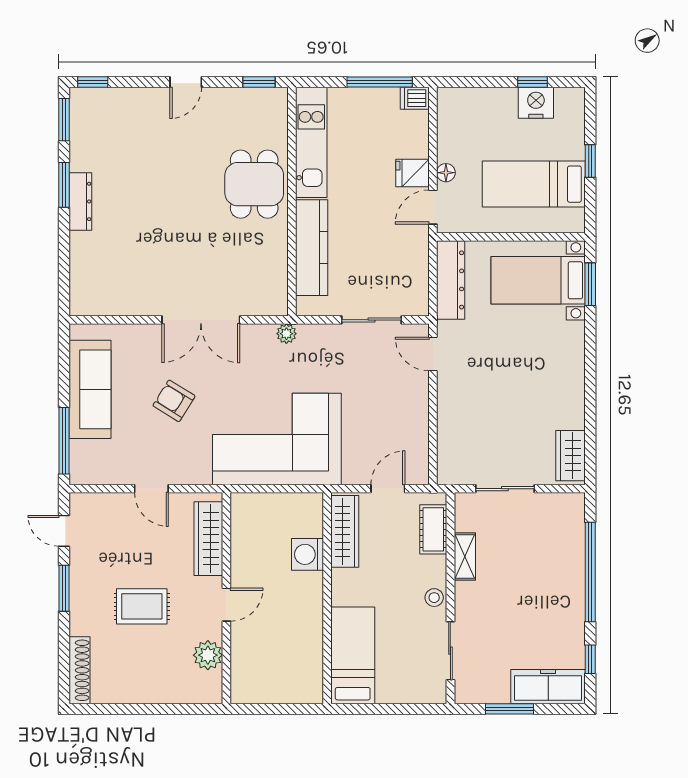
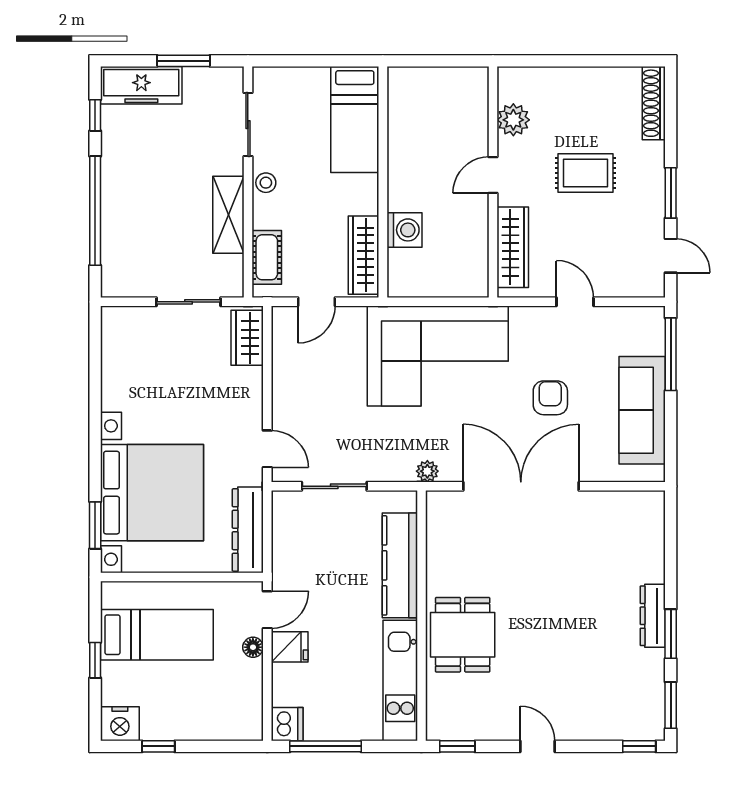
door: (186, 82) -> (537, 746), hinge flipped
dishwasher: (415, 98) -> (287, 724), width x1.38
nightstand: (536, 103) -> (120, 724), moved
bed with nightstands: (538, 280) -> (152, 493), width x1.85
double door: (201, 320) -> (521, 486), width x1.36
armchair: (174, 401) -> (550, 398), turned -122
wardrobe: (571, 456) -> (247, 338), moved, turned 180
shelving: (465, 557) -> (228, 215), width x1.50, depth x1.33

